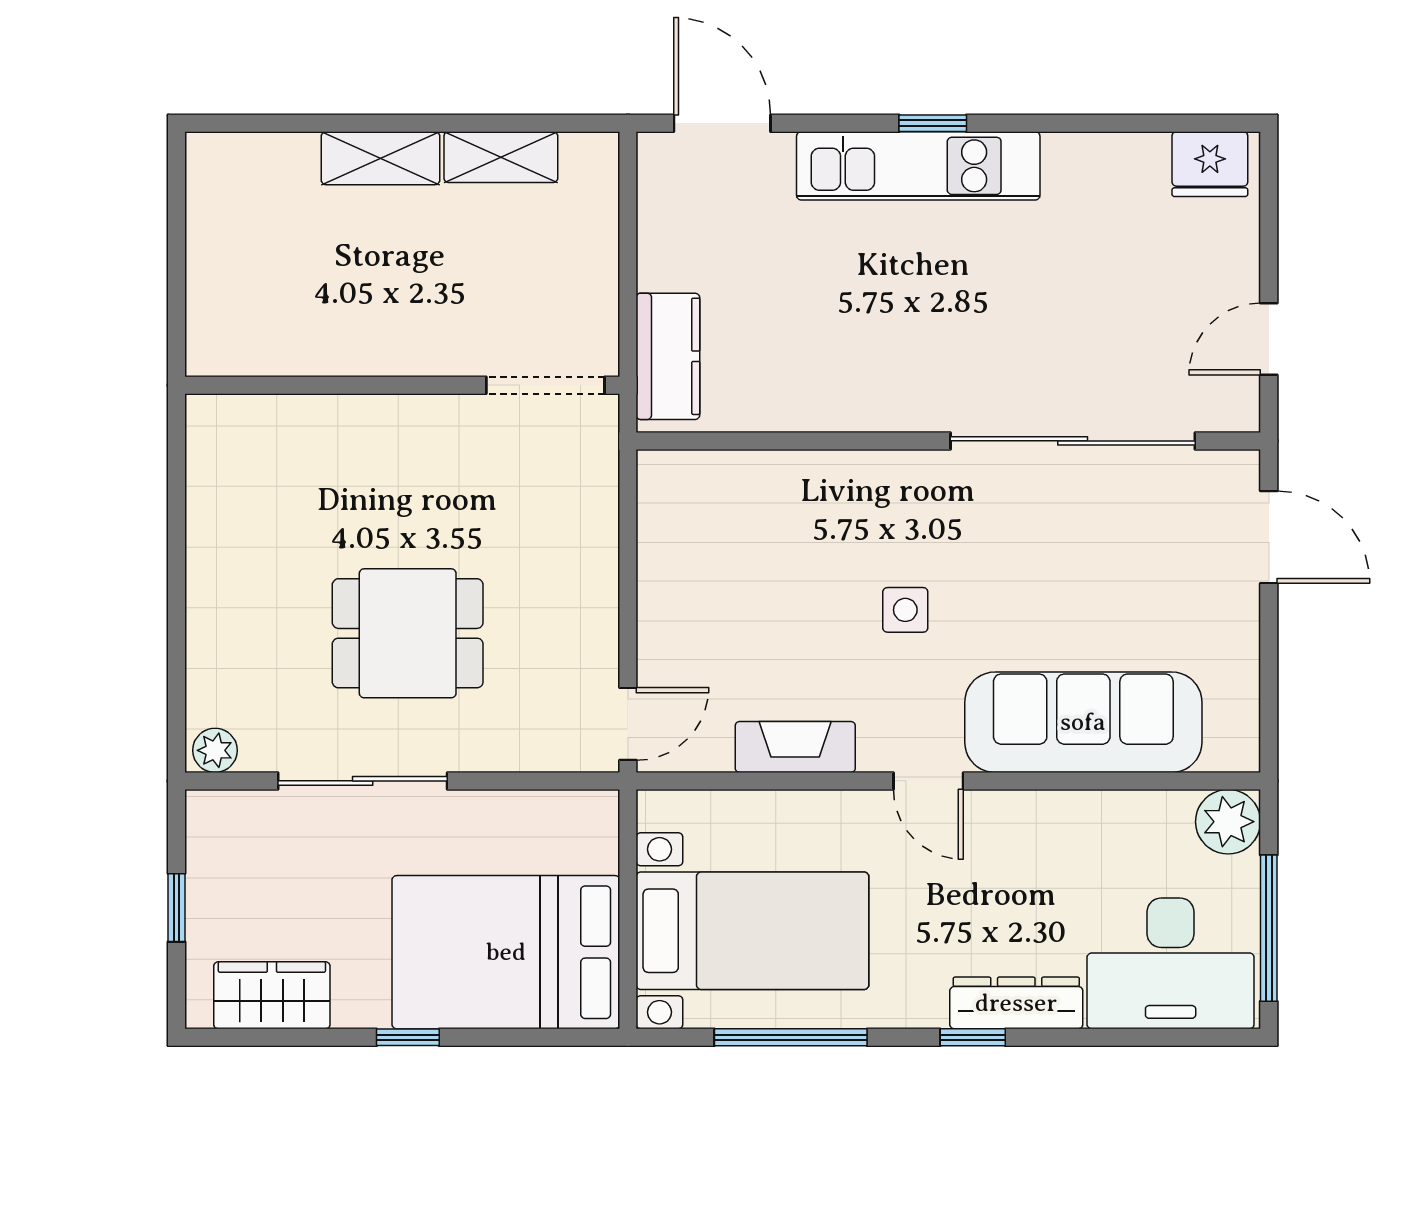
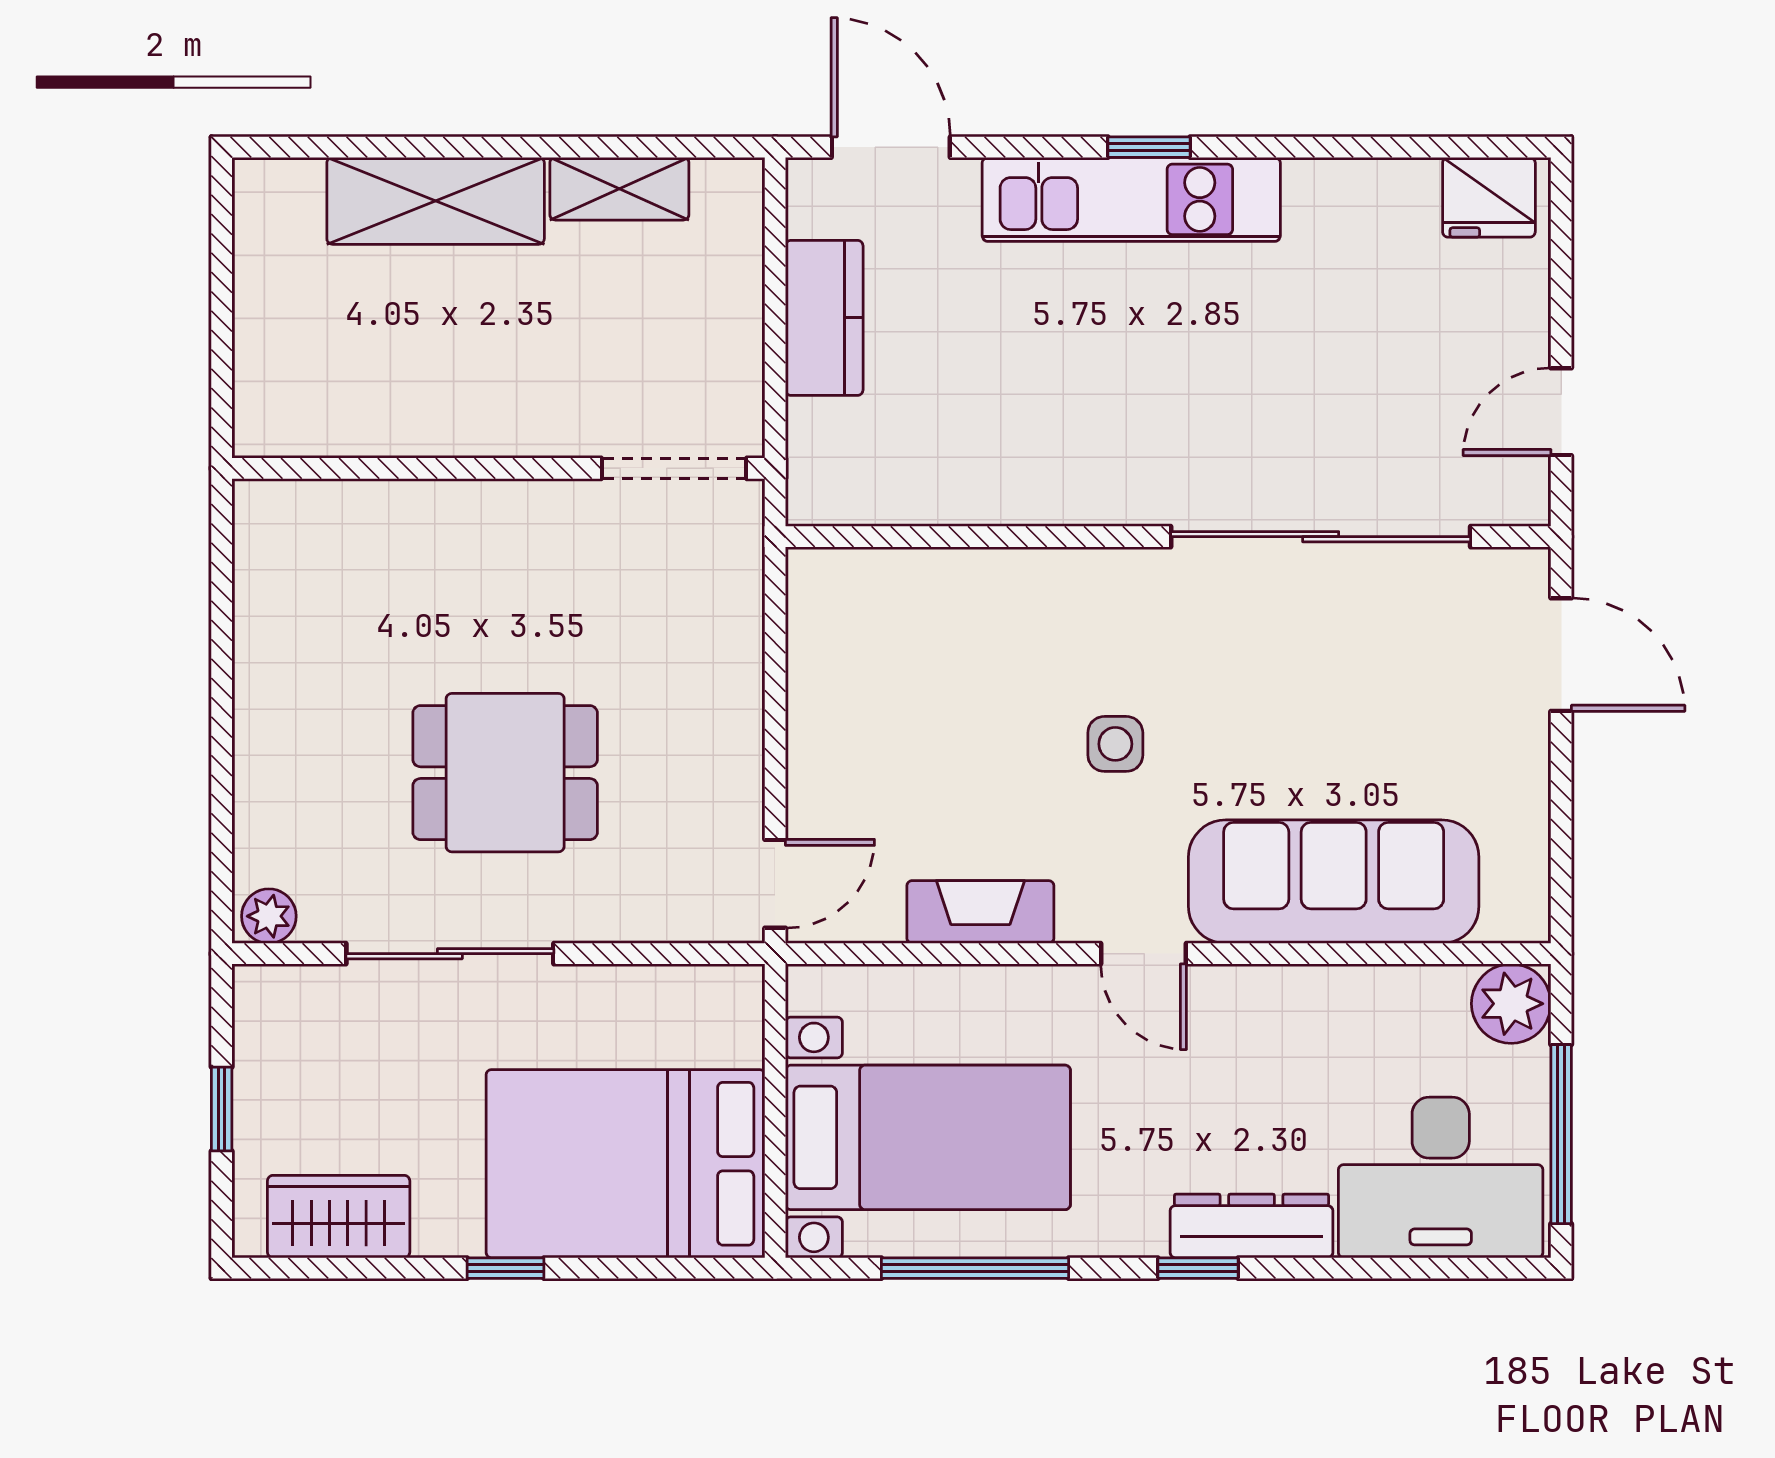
shelving: (381, 158) -> (436, 201), width x1.50, depth x1.33
kitchen counter: (668, 356) -> (824, 318), moved

